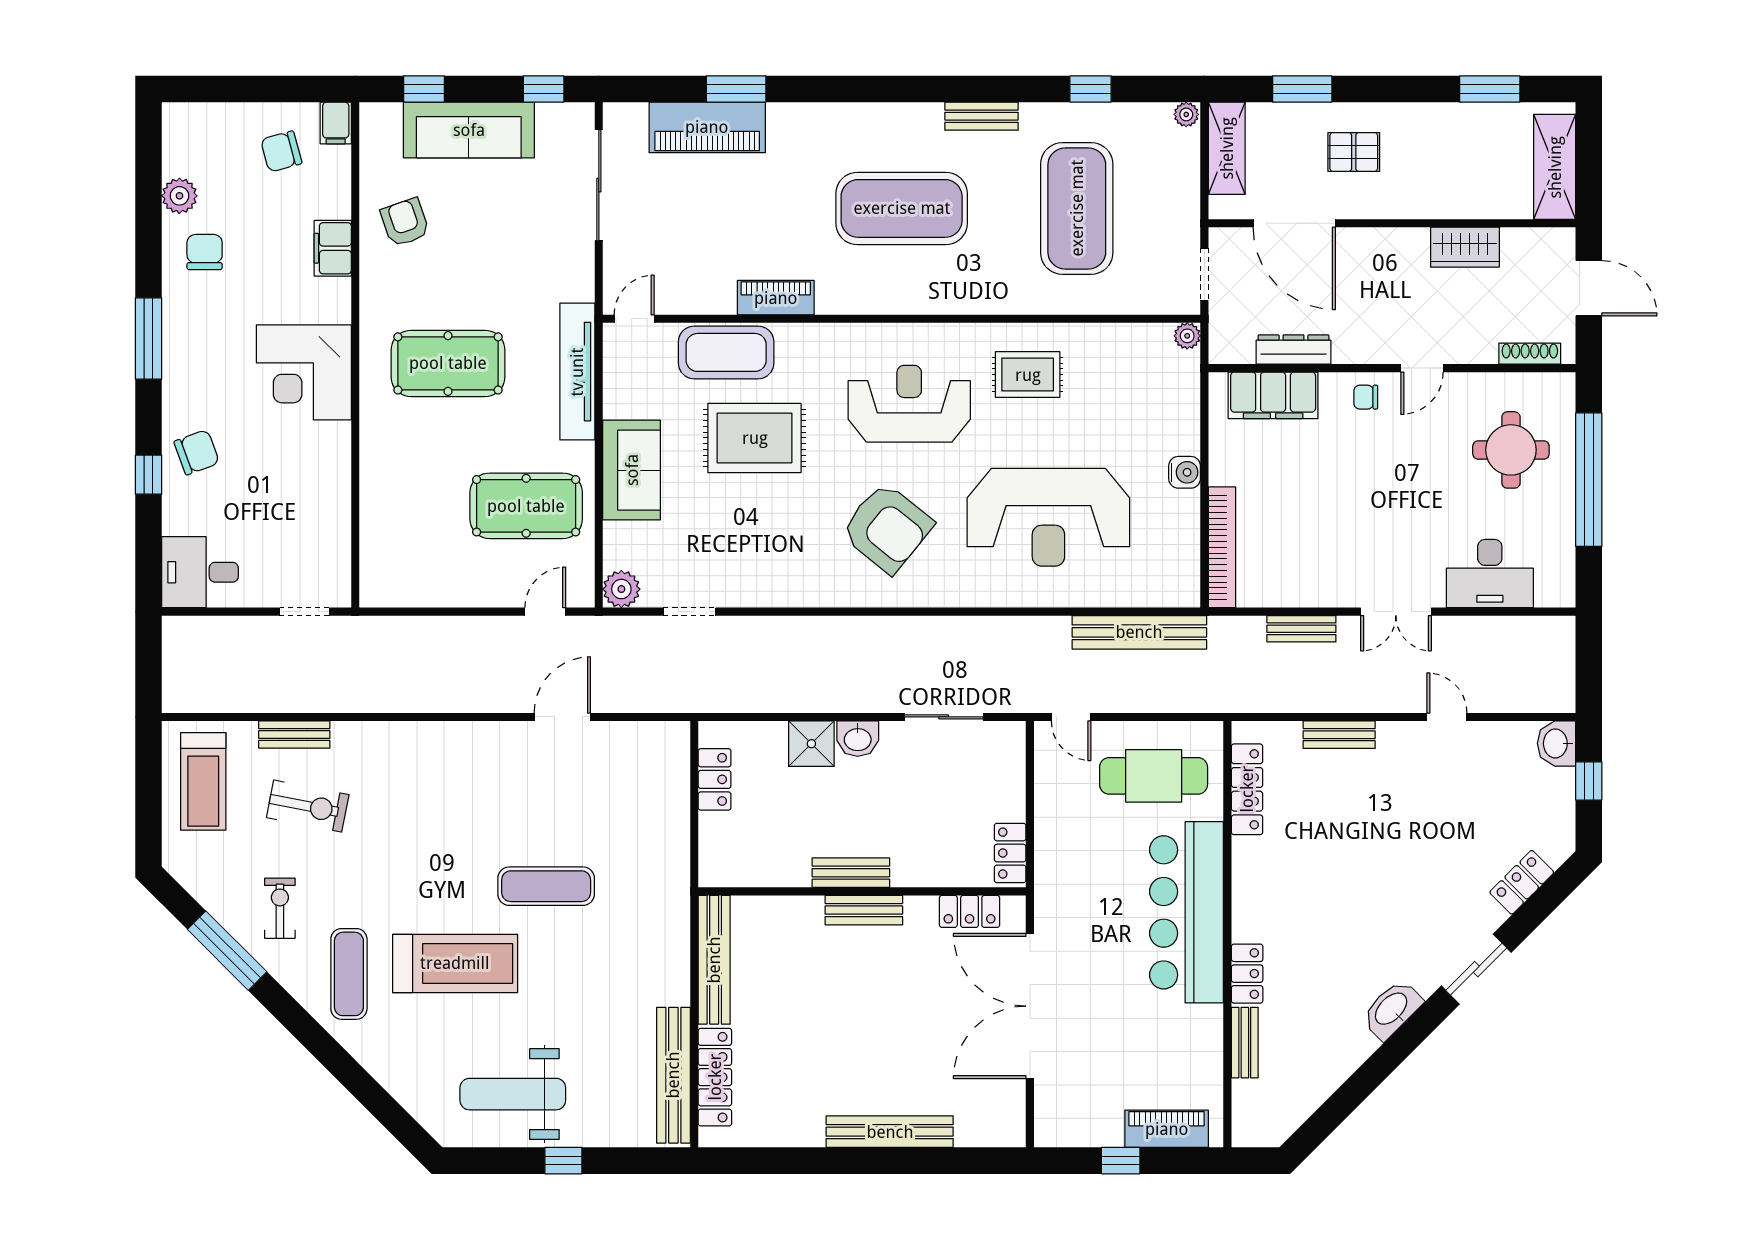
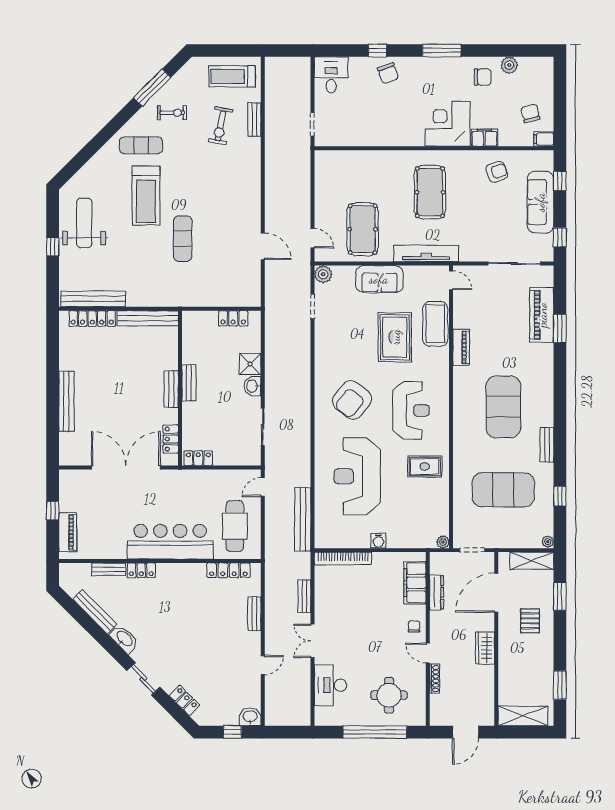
wardrobe: (1465, 247) -> (485, 648), moved
shoe rack: (1530, 354) -> (435, 679), moved
corner desk: (304, 372) -> (448, 124), moved
rug: (1028, 375) -> (425, 466), turned 90
bench: (1334, 1072) -> (95, 612), added

